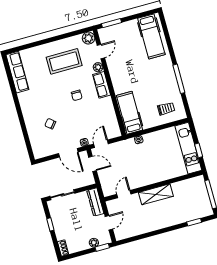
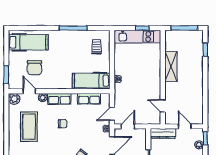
chair: (127, 50) -> (35, 68), added
row of seats: (110, 116) -> (89, 99), added
door: (101, 144) -> (112, 114), hinge flipped
shelving: (156, 194) -> (171, 66), moved

